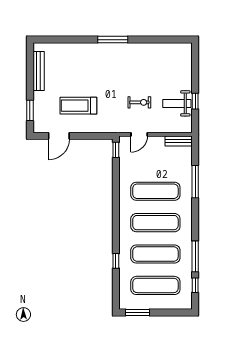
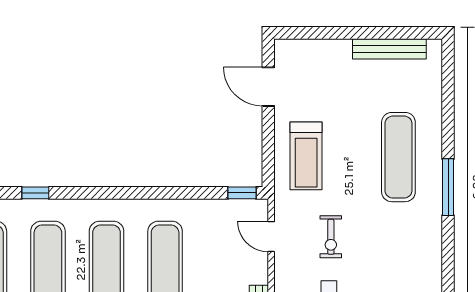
exercise mat: (97, 66) -> (398, 157), added
treadmill: (78, 106) -> (306, 156), moved, turned 180
window: (30, 110) -> (316, 33), removed

